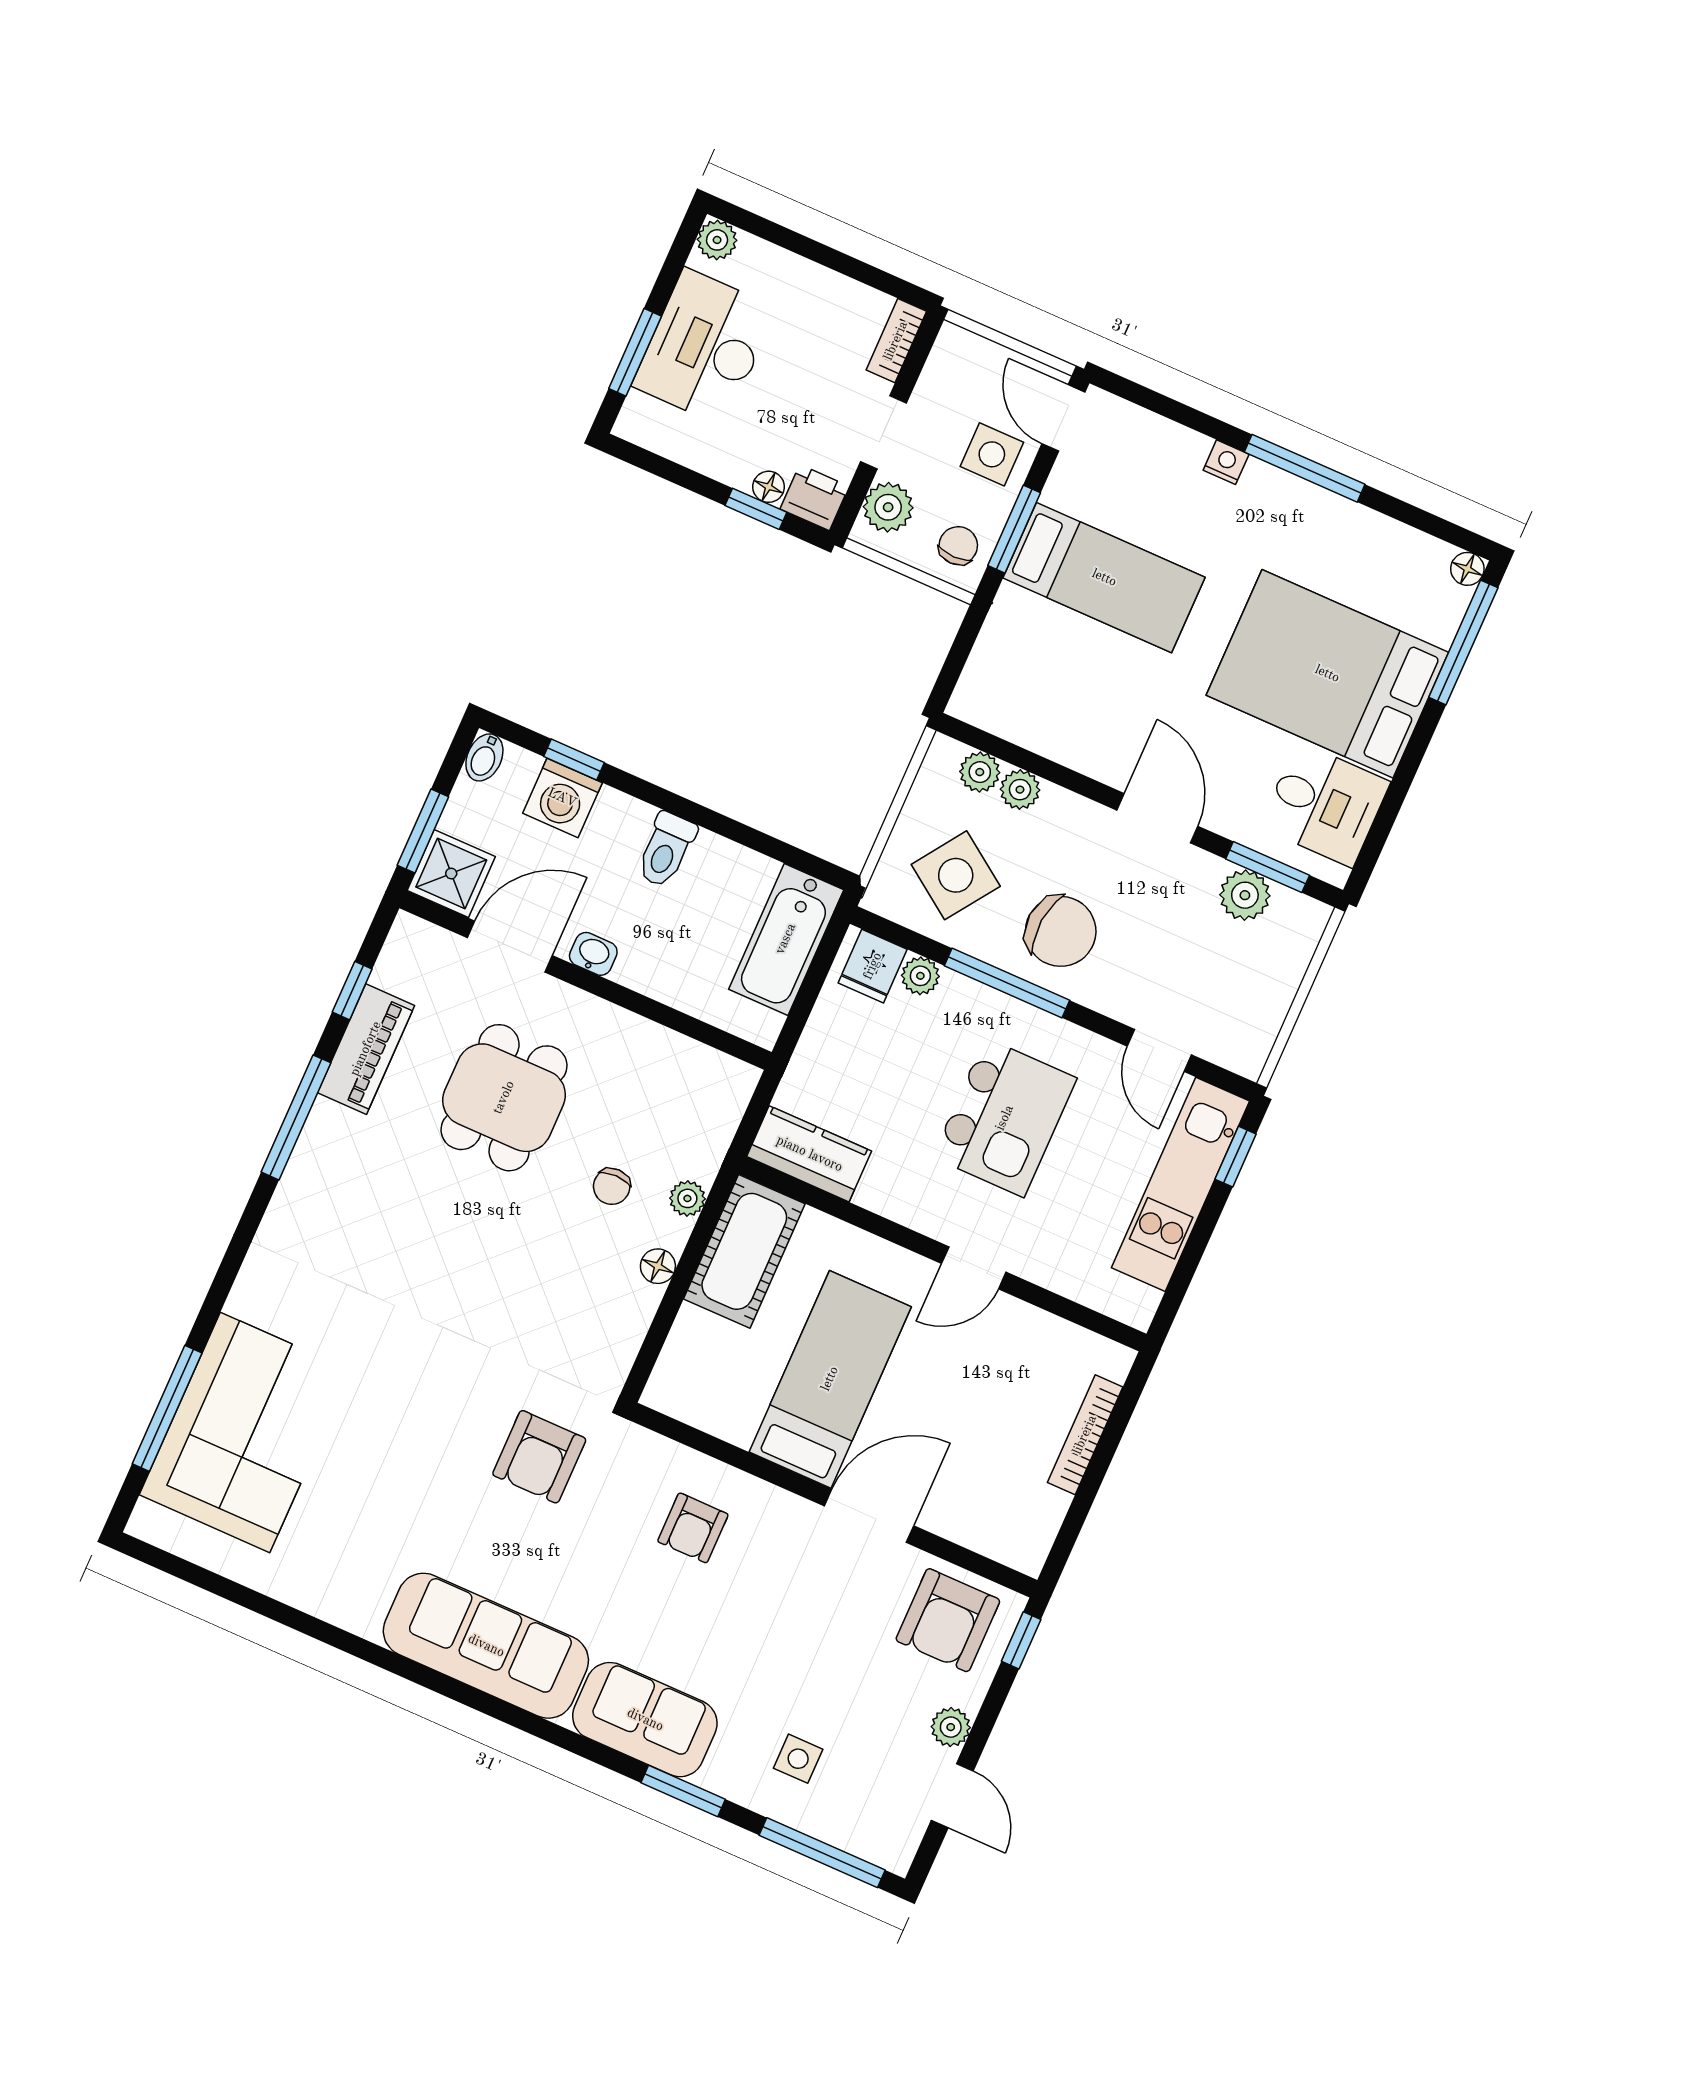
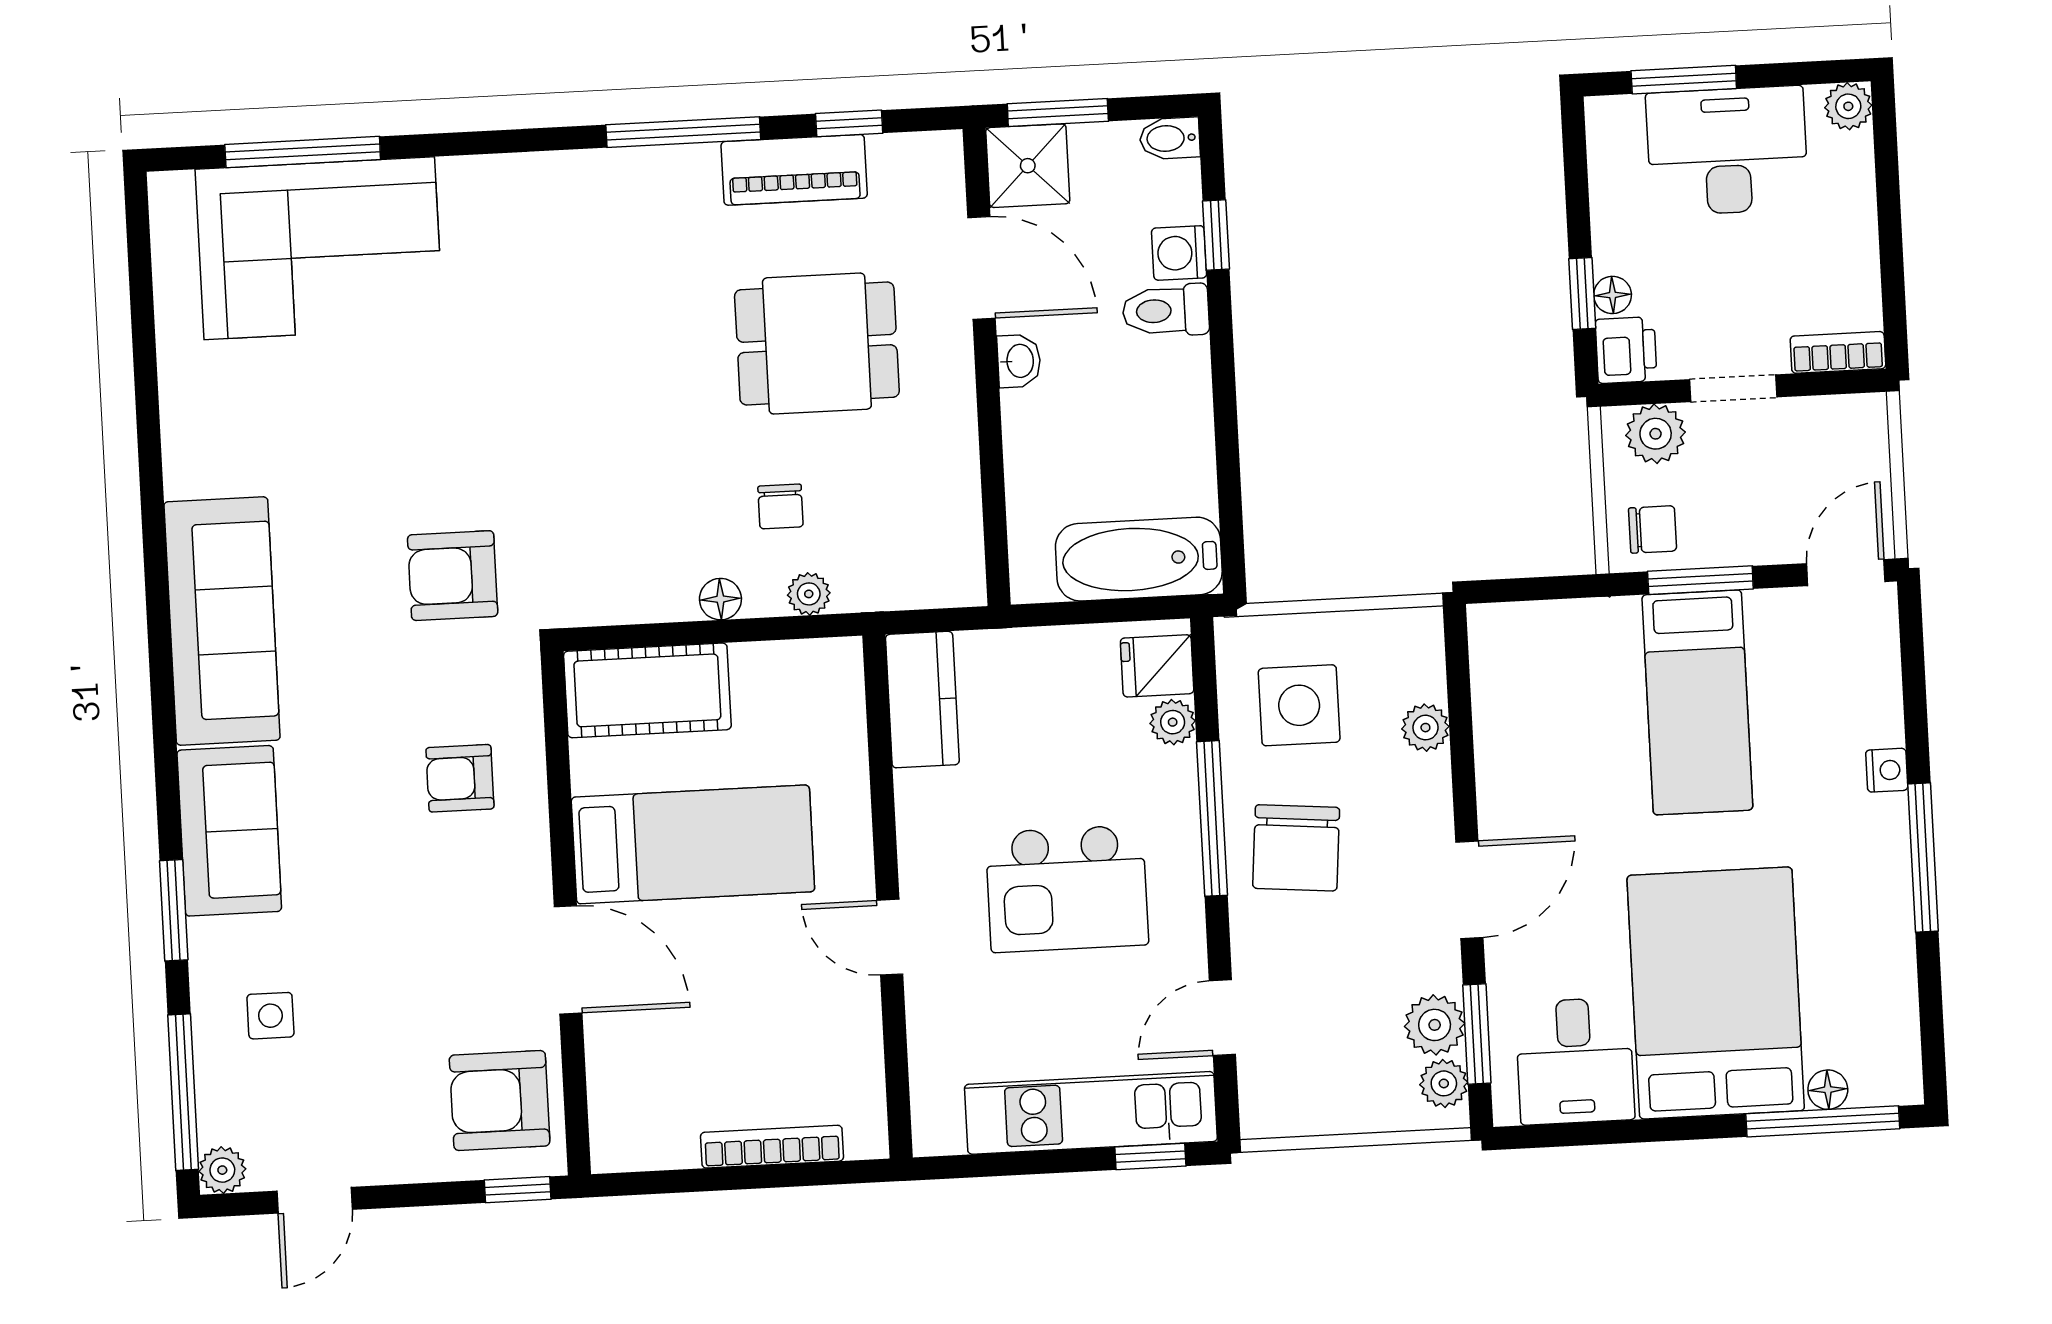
side table: (992, 454) -> (1768, 516), removed
floor lamp: (1467, 569) -> (1828, 1090), moved
plant: (980, 772) -> (1444, 1083), moved
washing machine: (562, 798) -> (1179, 253), width x0.73, depth x0.73
toilet: (666, 850) -> (1166, 311), moved
side table: (956, 875) -> (1299, 705), turned -35
chair: (612, 1186) -> (781, 507), turned -90
cot: (744, 1251) -> (647, 690), moved
plant: (951, 1727) -> (222, 1170), moved

